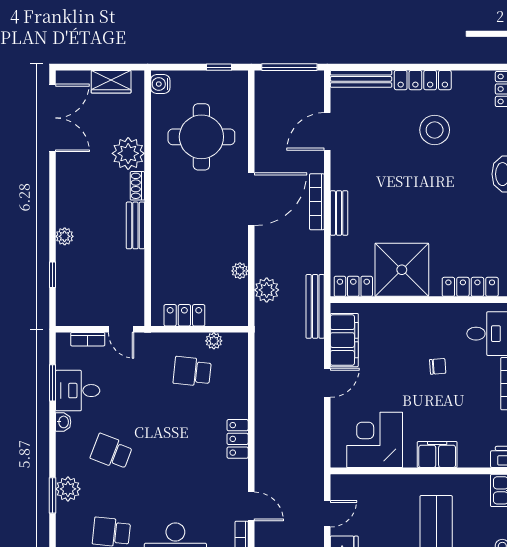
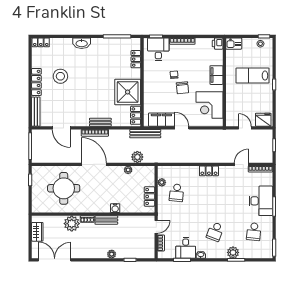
water cooler: (160, 84) -> (115, 208), moved
locker: (470, 287) -> (136, 59), width x0.66
chair: (411, 384) -> (182, 88), added

